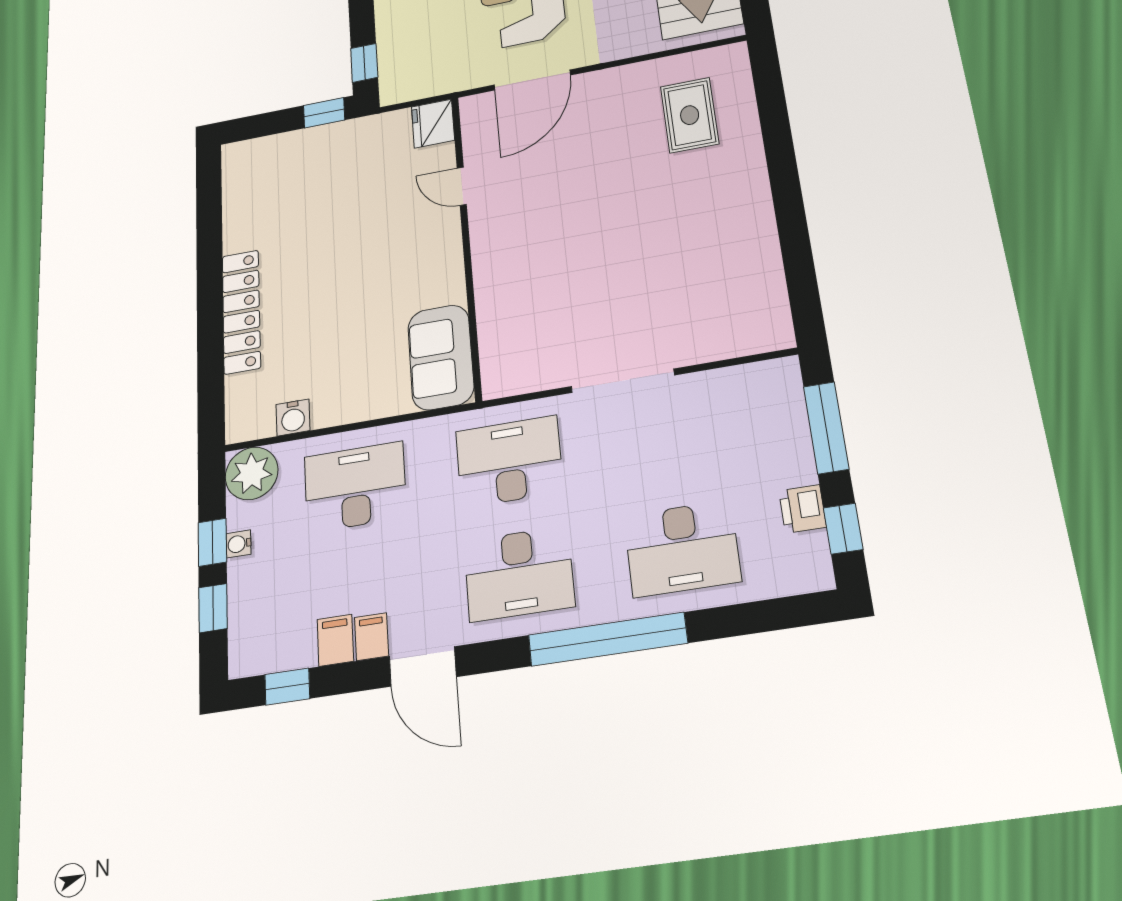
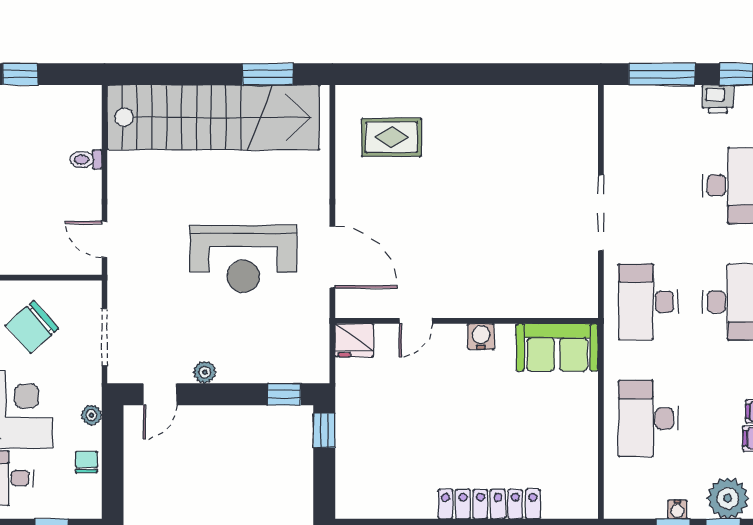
water cooler: (293, 417) -> (481, 337), moved, turned -90
plant: (252, 473) -> (728, 498), moved

